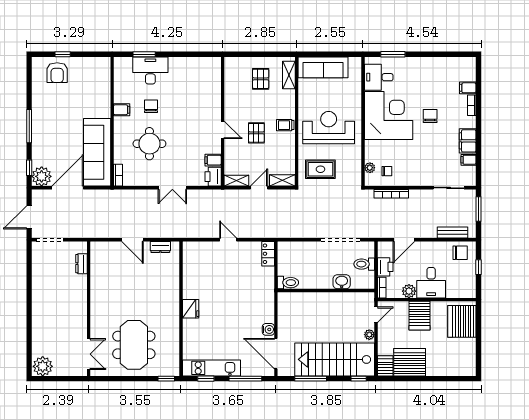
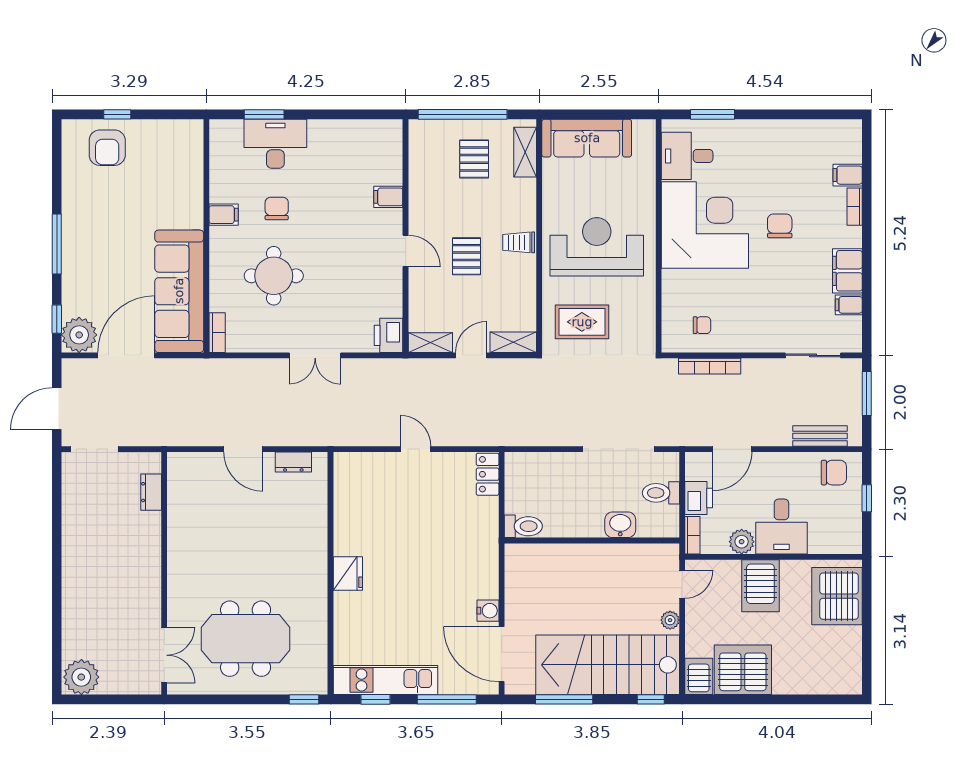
window: (254, 54) -> (463, 114), added
filing cabinet: (213, 160) -> (388, 197), moved
plant: (370, 168) -> (671, 319), removed
meeting table: (134, 345) -> (246, 639), turned 90

